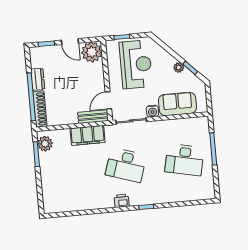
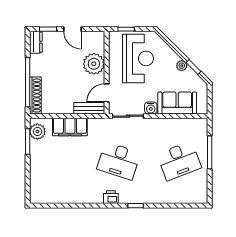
plant: (92, 52) -> (94, 64), moved
dresser: (38, 79) -> (36, 42), moved
filing cabinet: (88, 135) -> (70, 127), moved
desk: (184, 160) -> (179, 161), turned -33

